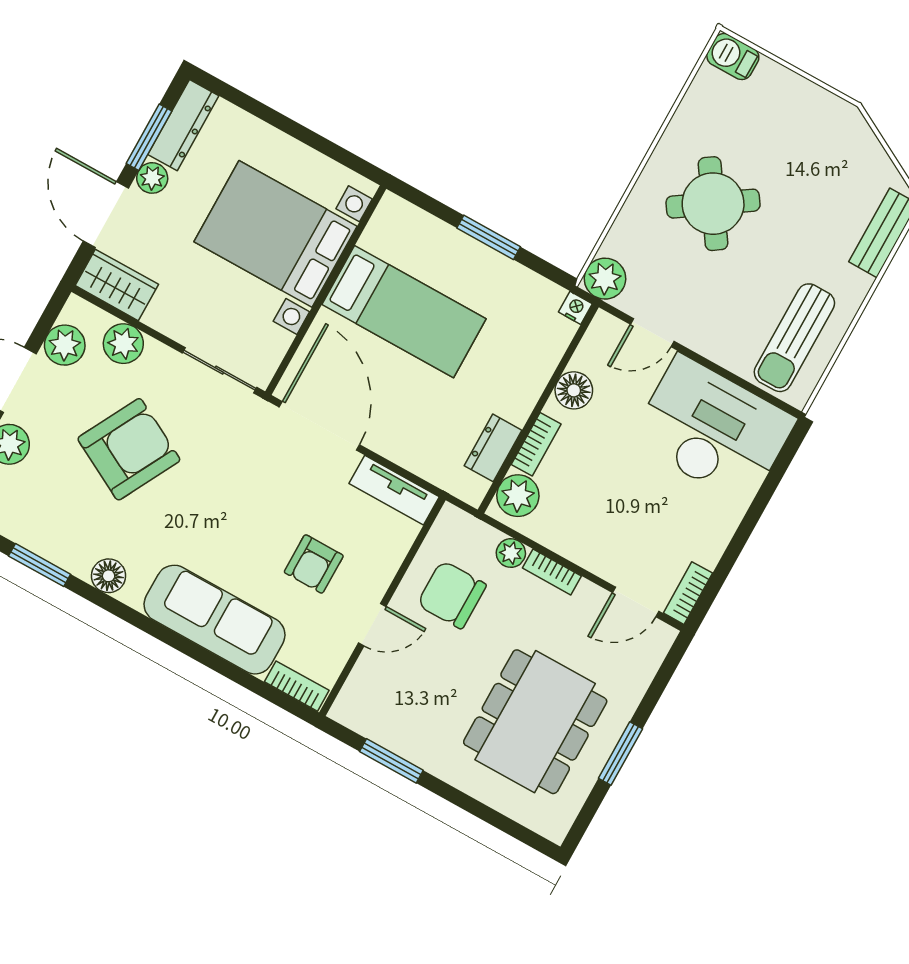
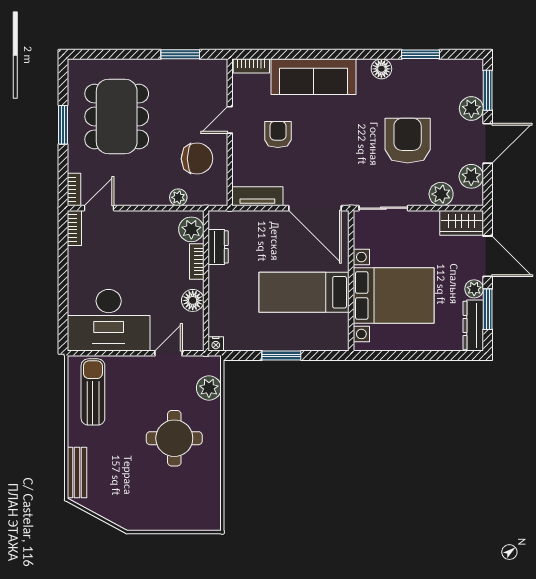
barbecue: (733, 57) -> (207, 521), removed
round table: (713, 204) -> (174, 438), turned 34
plant: (605, 279) -> (209, 388), moved
armchair: (129, 449) -> (408, 141), turned 152
bookcase: (552, 572) -> (74, 189), moved, turned 90

